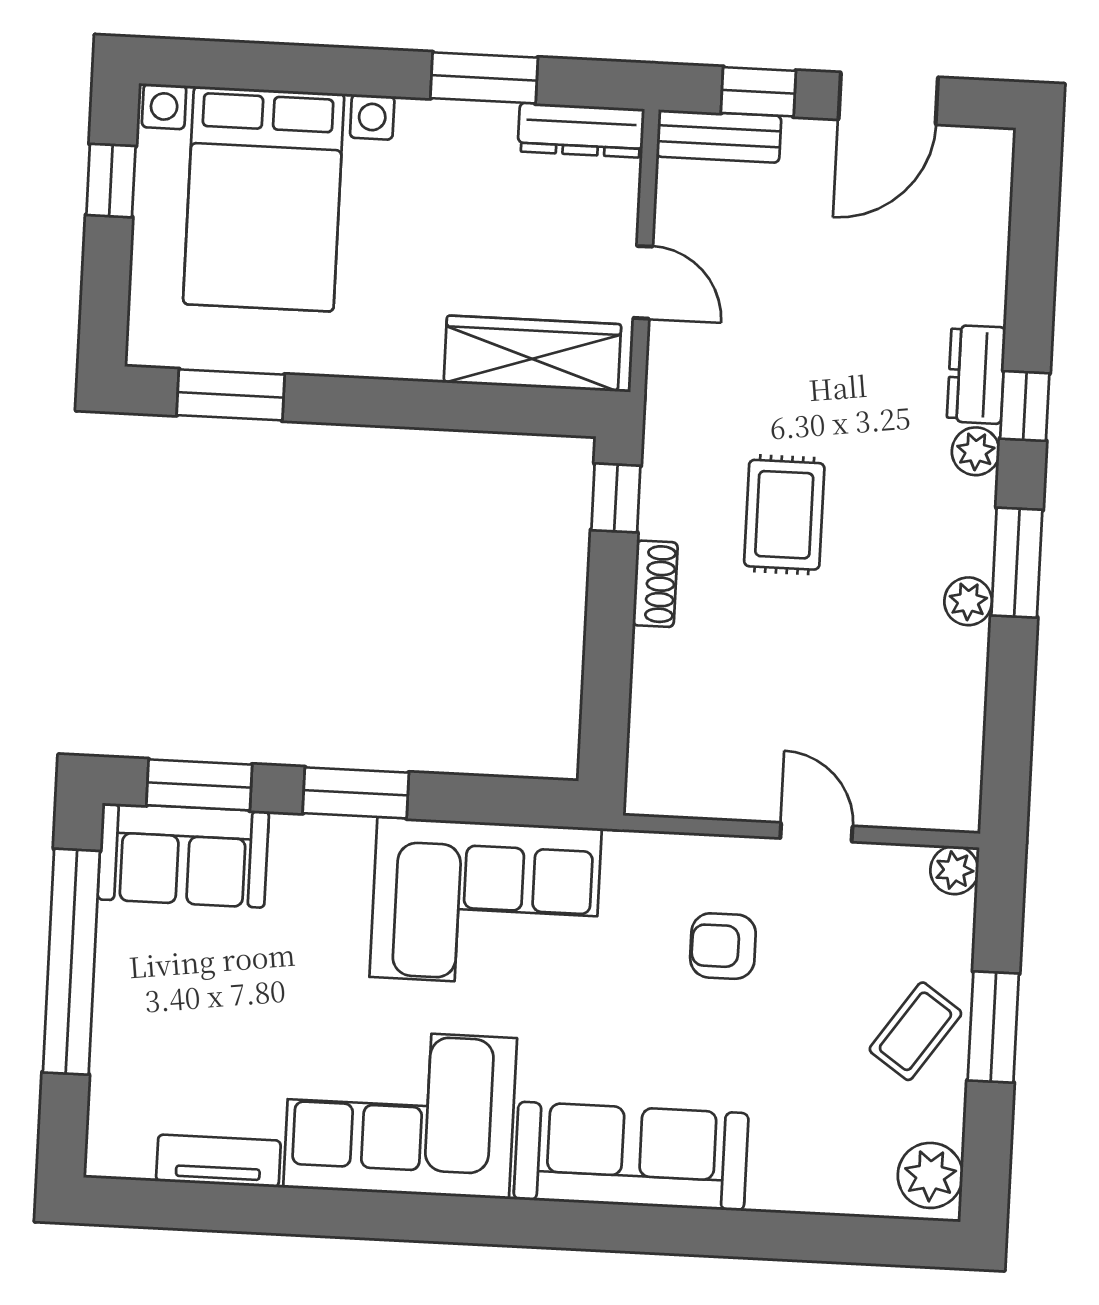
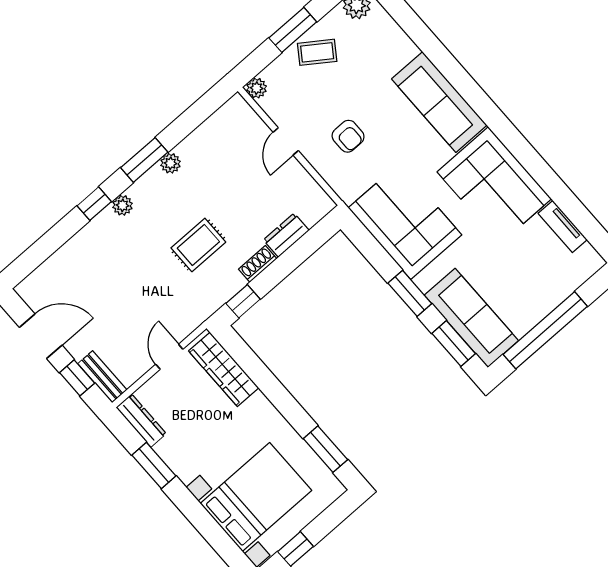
dresser: (976, 374) -> (286, 235), moved, turned 180
sofa: (183, 855) -> (471, 318), width x1.36

